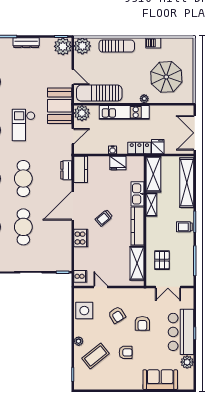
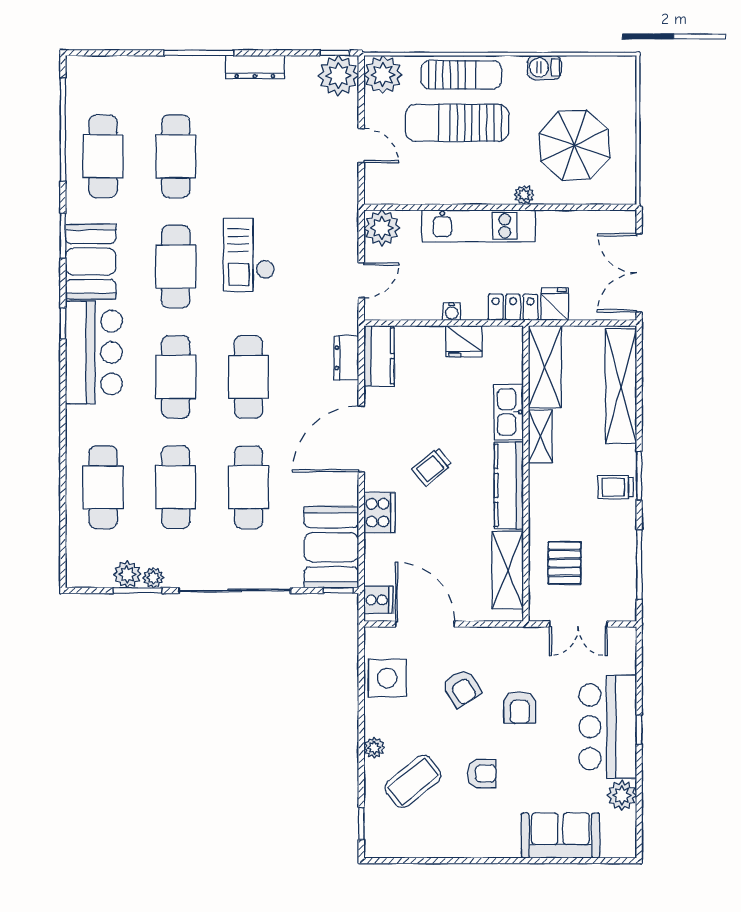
sun lounger: (99, 93) -> (457, 123), moved
booth: (60, 106) -> (331, 547), moved
door: (101, 287) -> (425, 624), width x1.87

